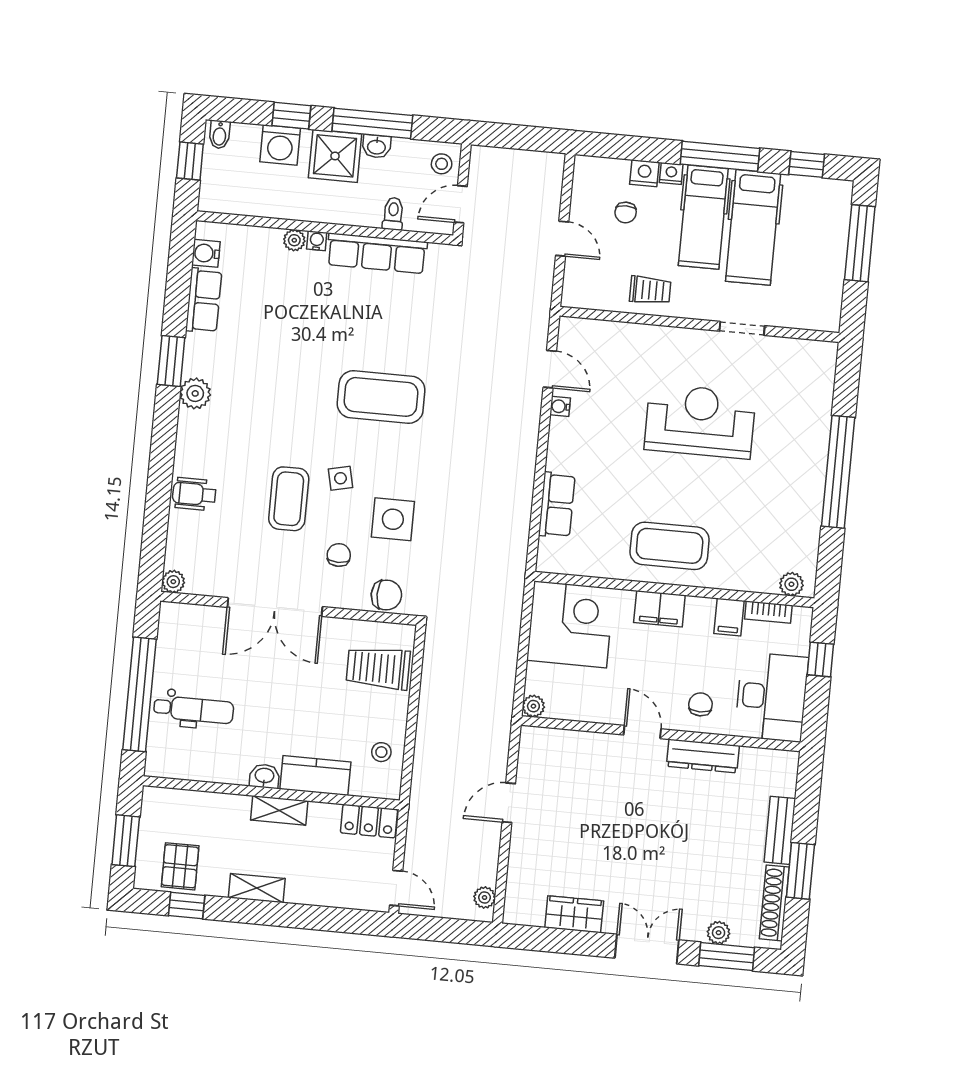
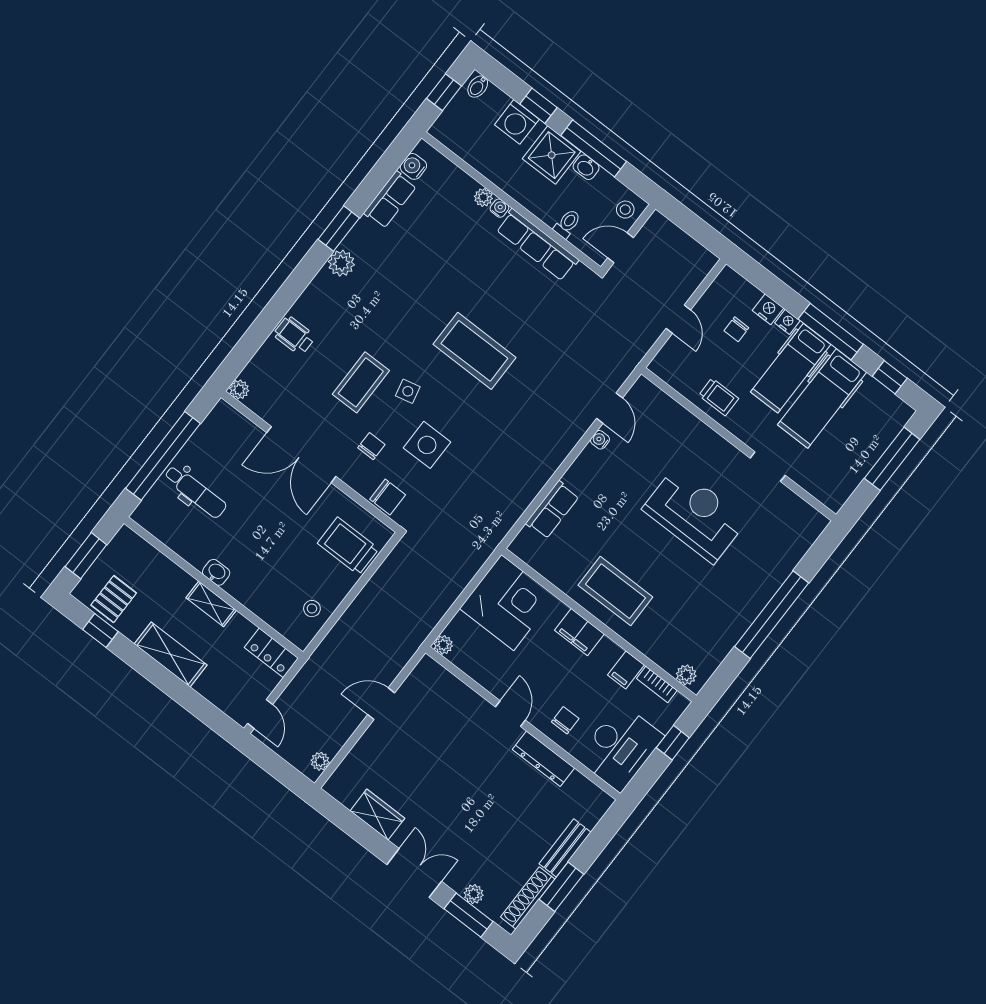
kitchen counter: (315, 776) -> (253, 595), removed
shelving: (257, 888) -> (171, 654), width x1.50, depth x1.33

